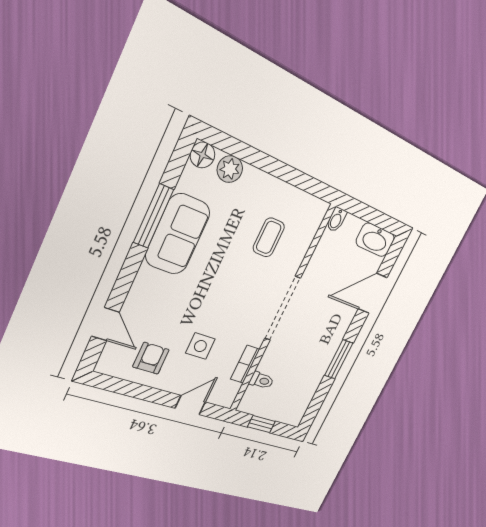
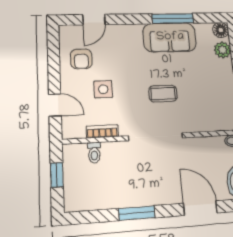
coffee table: (269, 237) -> (163, 94), moved
armchair: (151, 358) -> (81, 59), turned 90

